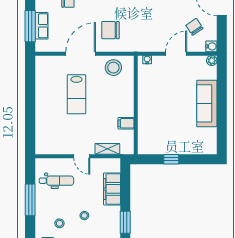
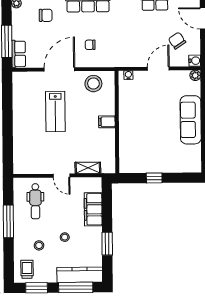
row of seats: (41, 26) -> (19, 54), moved
chair: (111, 30) -> (90, 45), width x0.54, depth x0.54
filing cabinet: (126, 123) -> (107, 122), moved
dental chair: (56, 181) -> (35, 201), turned 90

